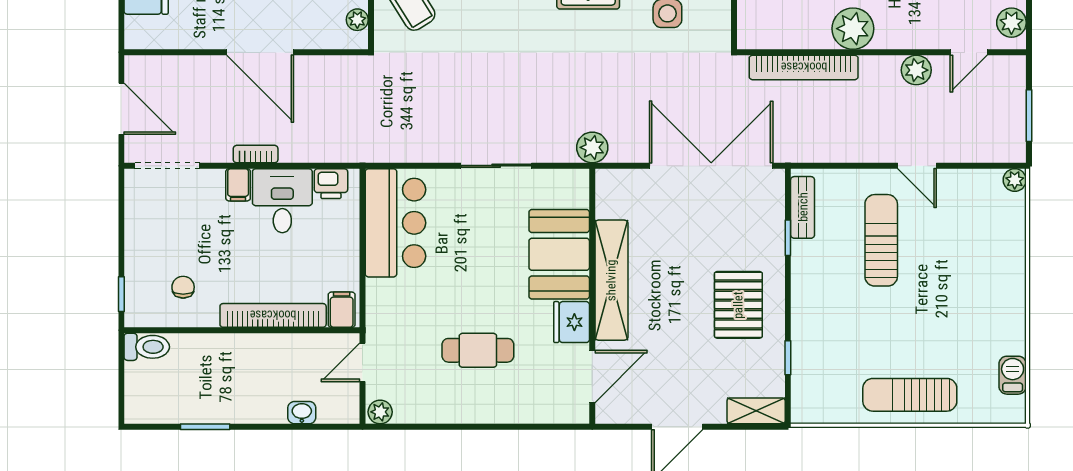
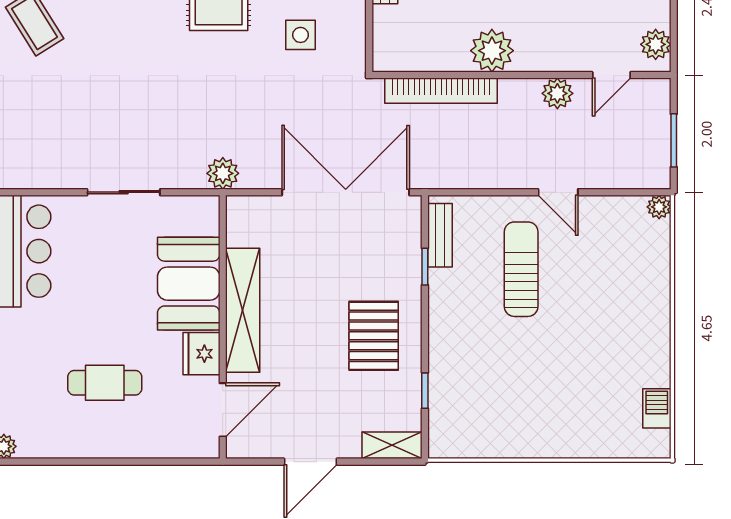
sun lounger: (910, 395) -> (551, 429), removed

